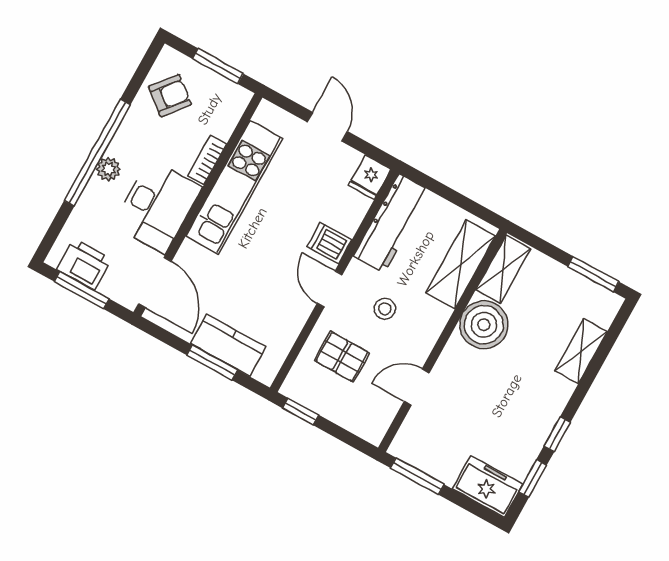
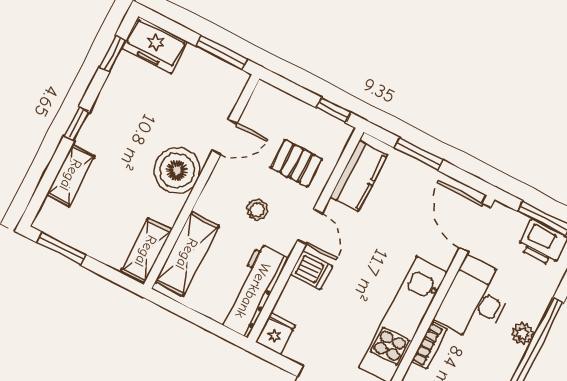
boiler: (484, 325) -> (177, 171), moved
kitchen counter: (228, 345) -> (359, 176), moved, turned -90
window: (557, 434) -> (76, 124), moved

